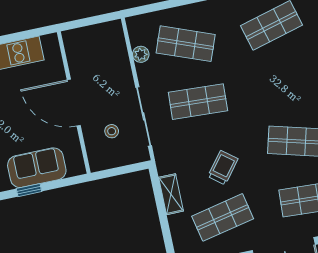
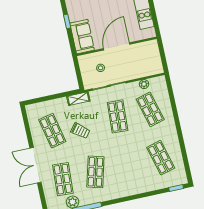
shop shelf: (186, 44) -> (150, 109), turned -36
sofa: (37, 168) -> (82, 37), moved
shelving: (171, 194) -> (78, 99), moved

